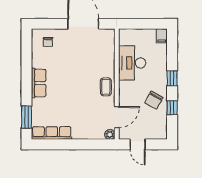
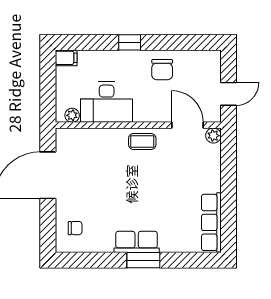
plant: (123, 40) -> (72, 115), added
chair: (154, 100) -> (162, 70), turned 60
window: (172, 108) -> (174, 42), removed
window: (26, 117) -> (143, 260), moved

